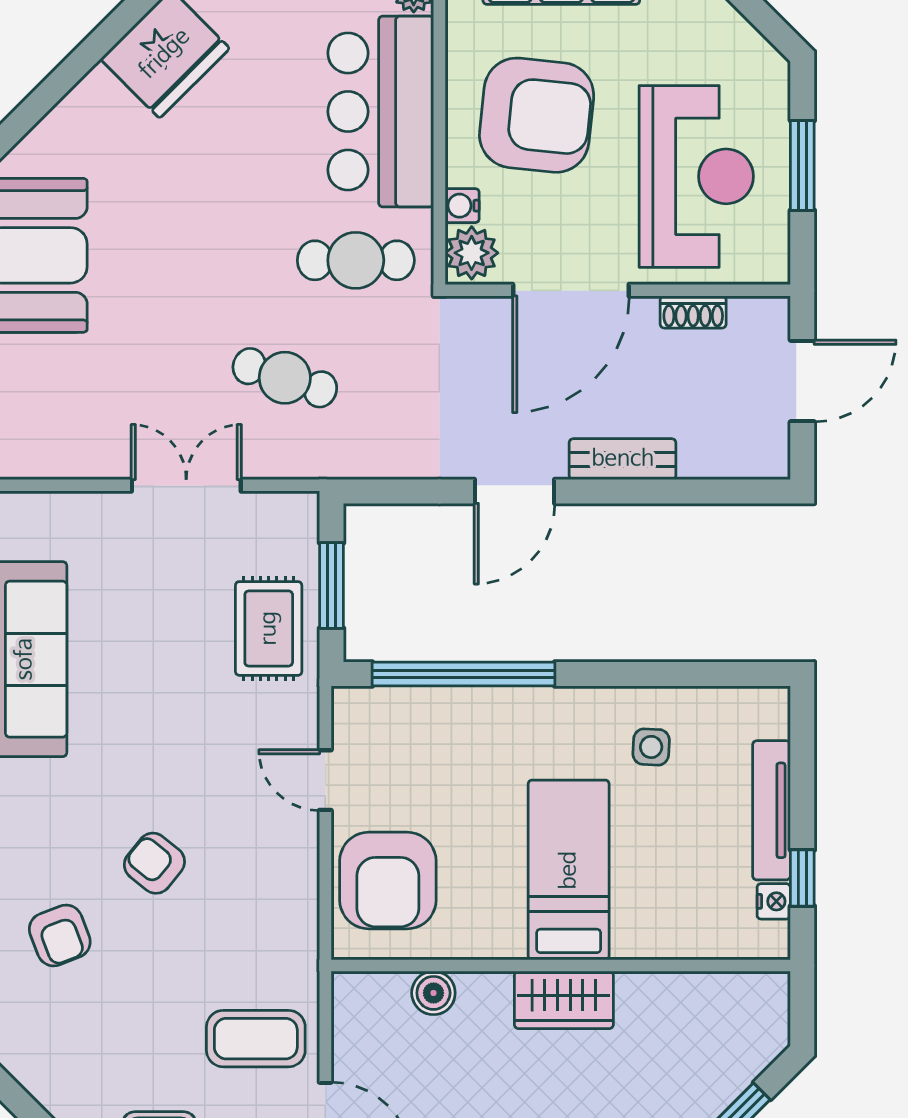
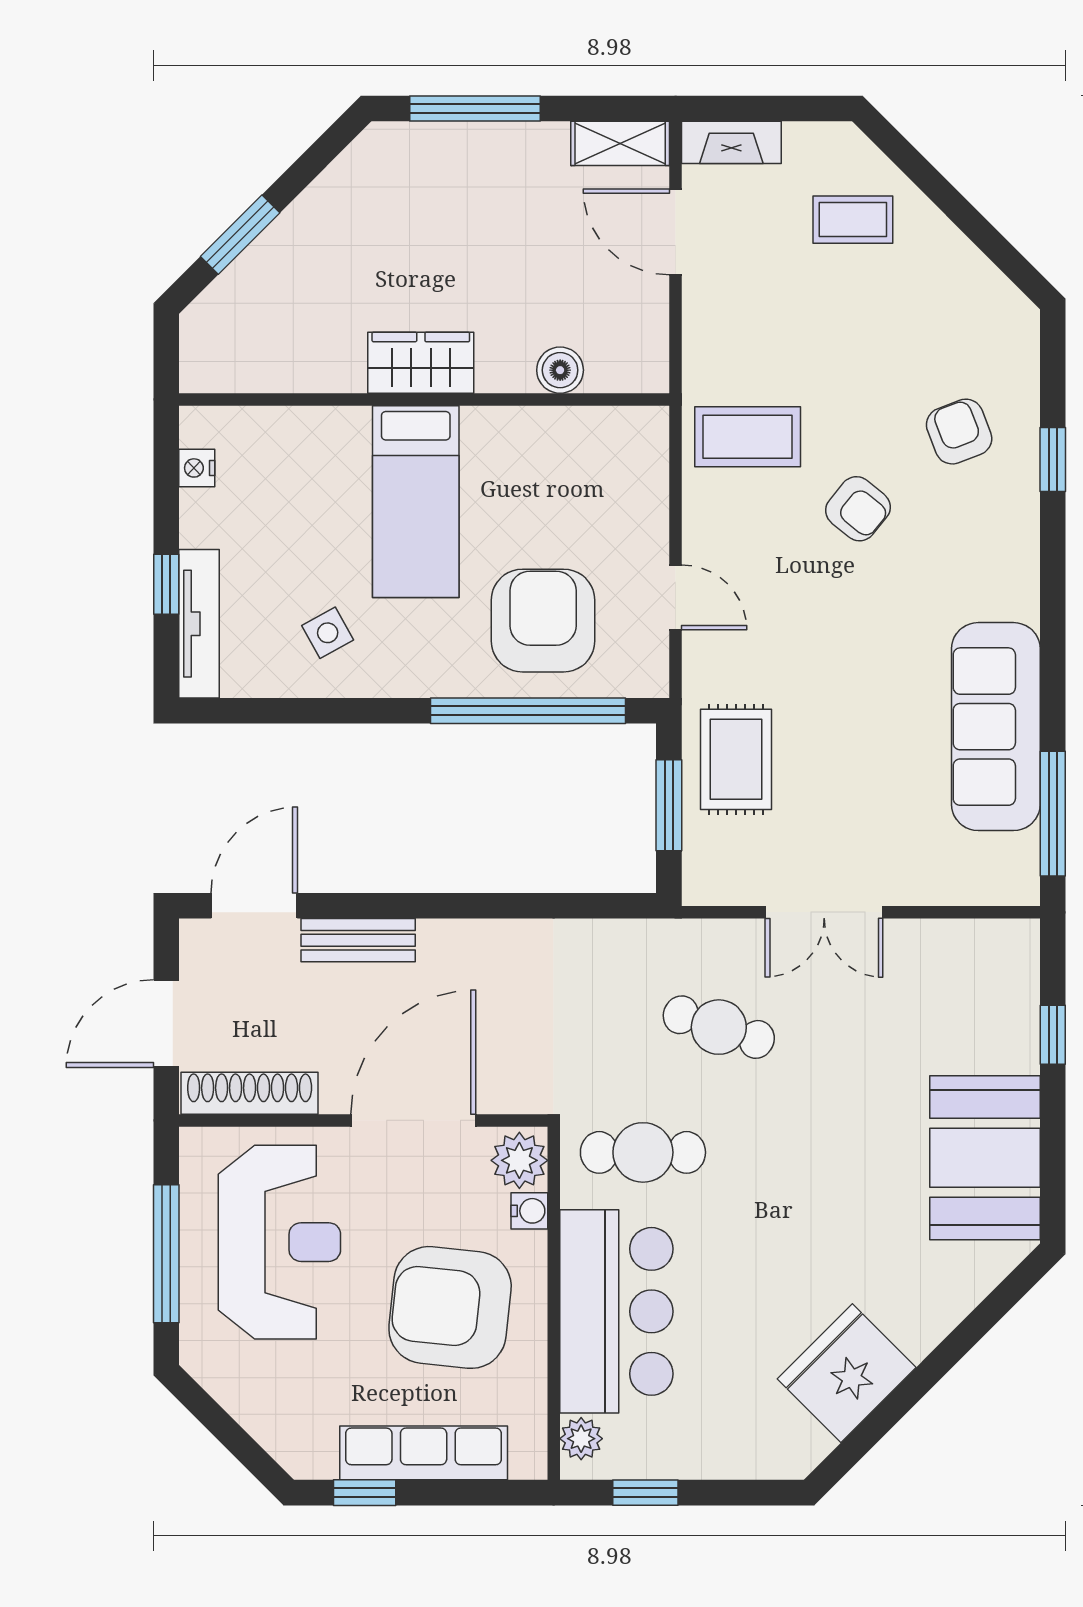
window: (802, 165) -> (166, 1254), width x1.44
reception desk: (696, 176) -> (279, 1242), turned 180
shoe rack: (693, 312) -> (250, 1093), width x1.94, depth x1.24
door: (515, 491) -> (254, 906), moved
side table: (651, 747) -> (328, 633), turned -32
tv unit: (772, 810) -> (199, 624), moved
window: (802, 878) -> (166, 584), moved
armchair: (388, 881) -> (543, 621), moved
coffee table: (256, 1039) -> (748, 437), moved

